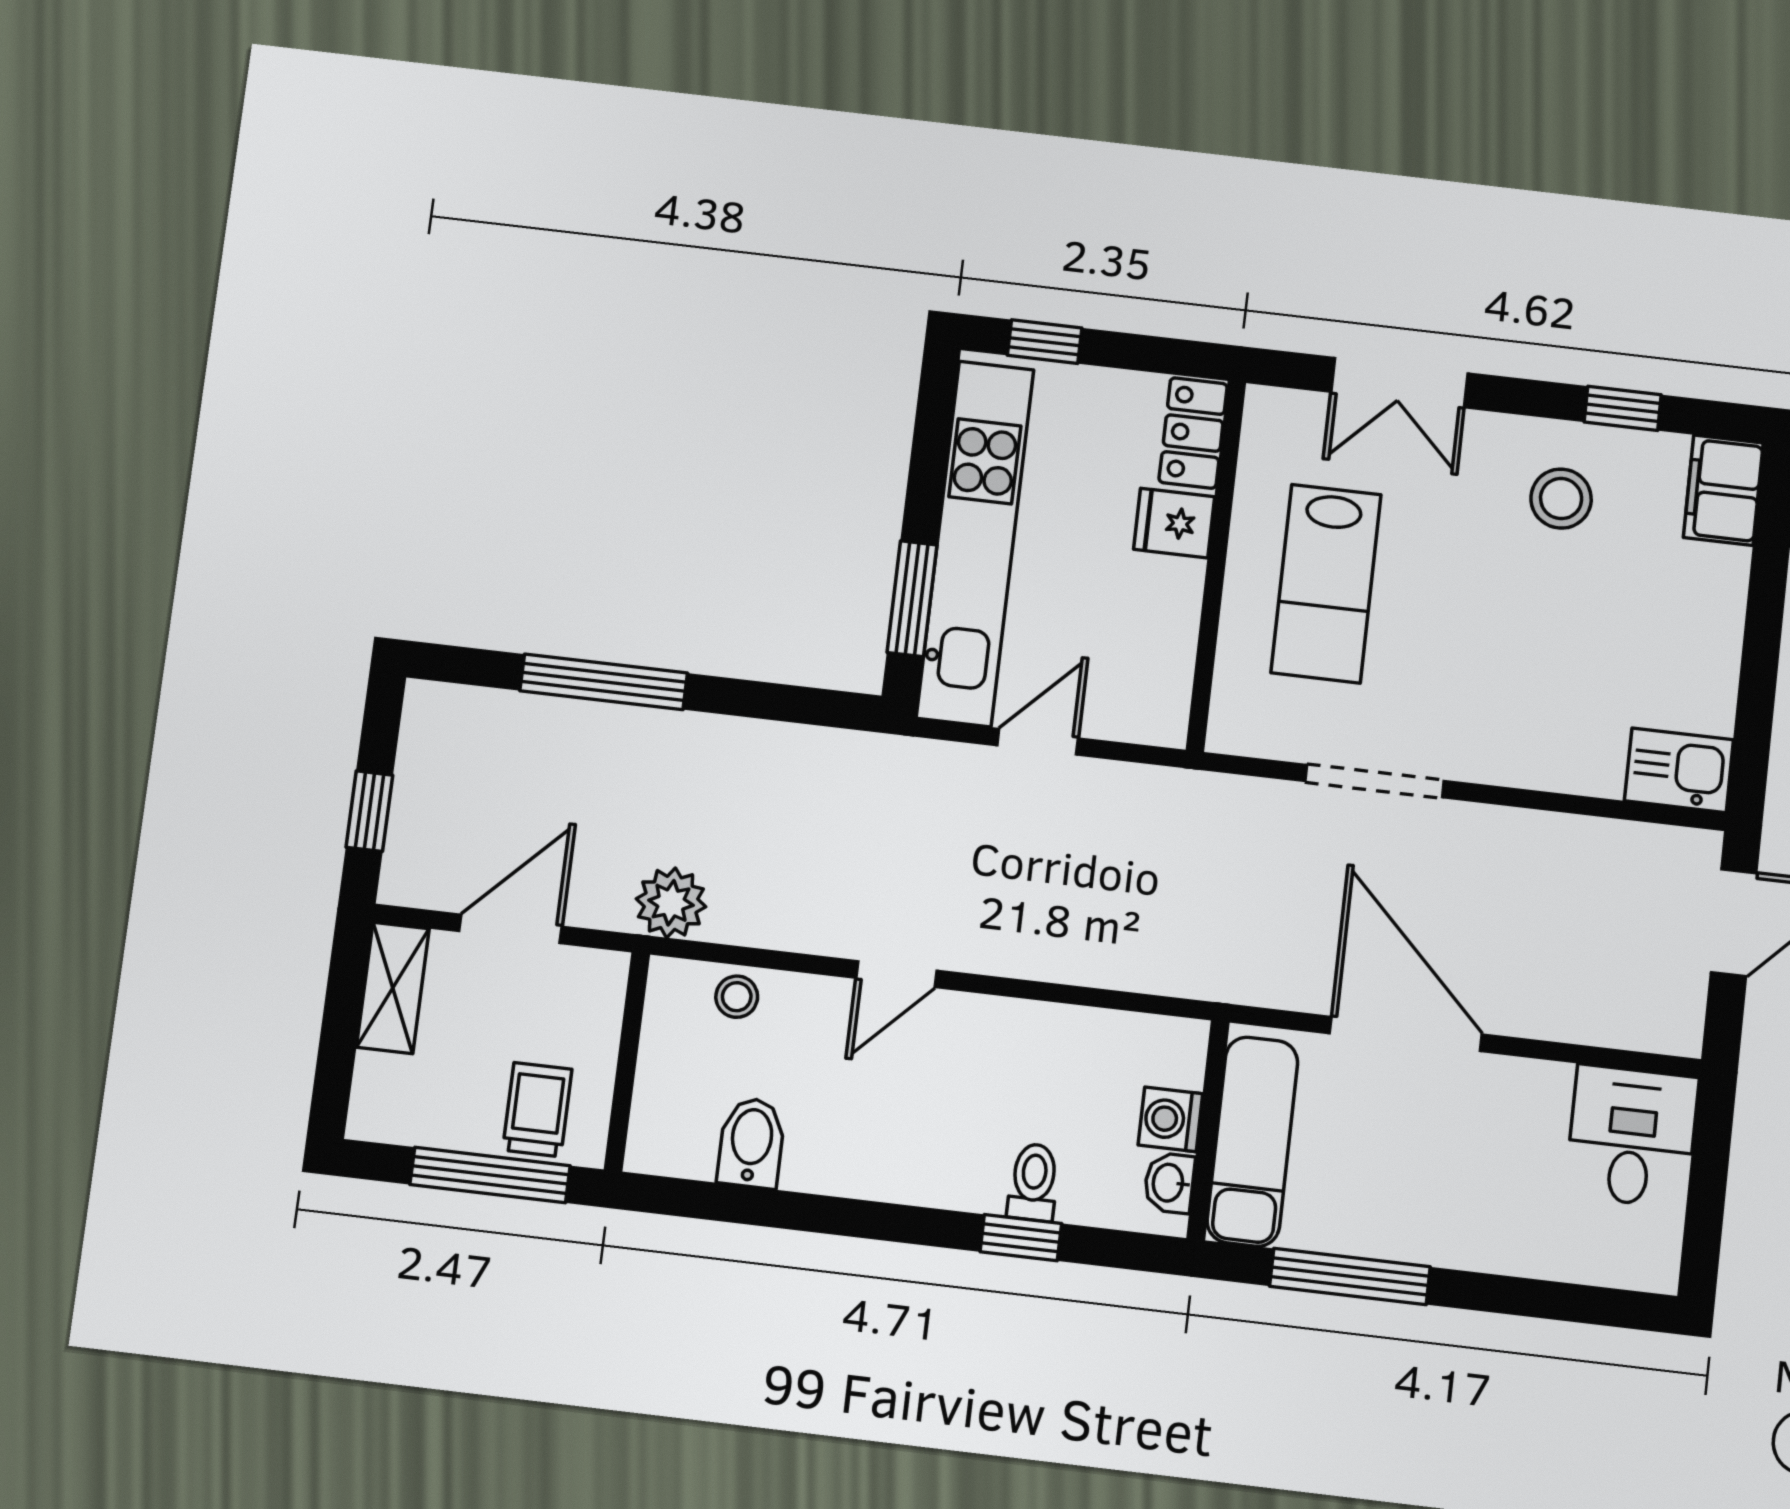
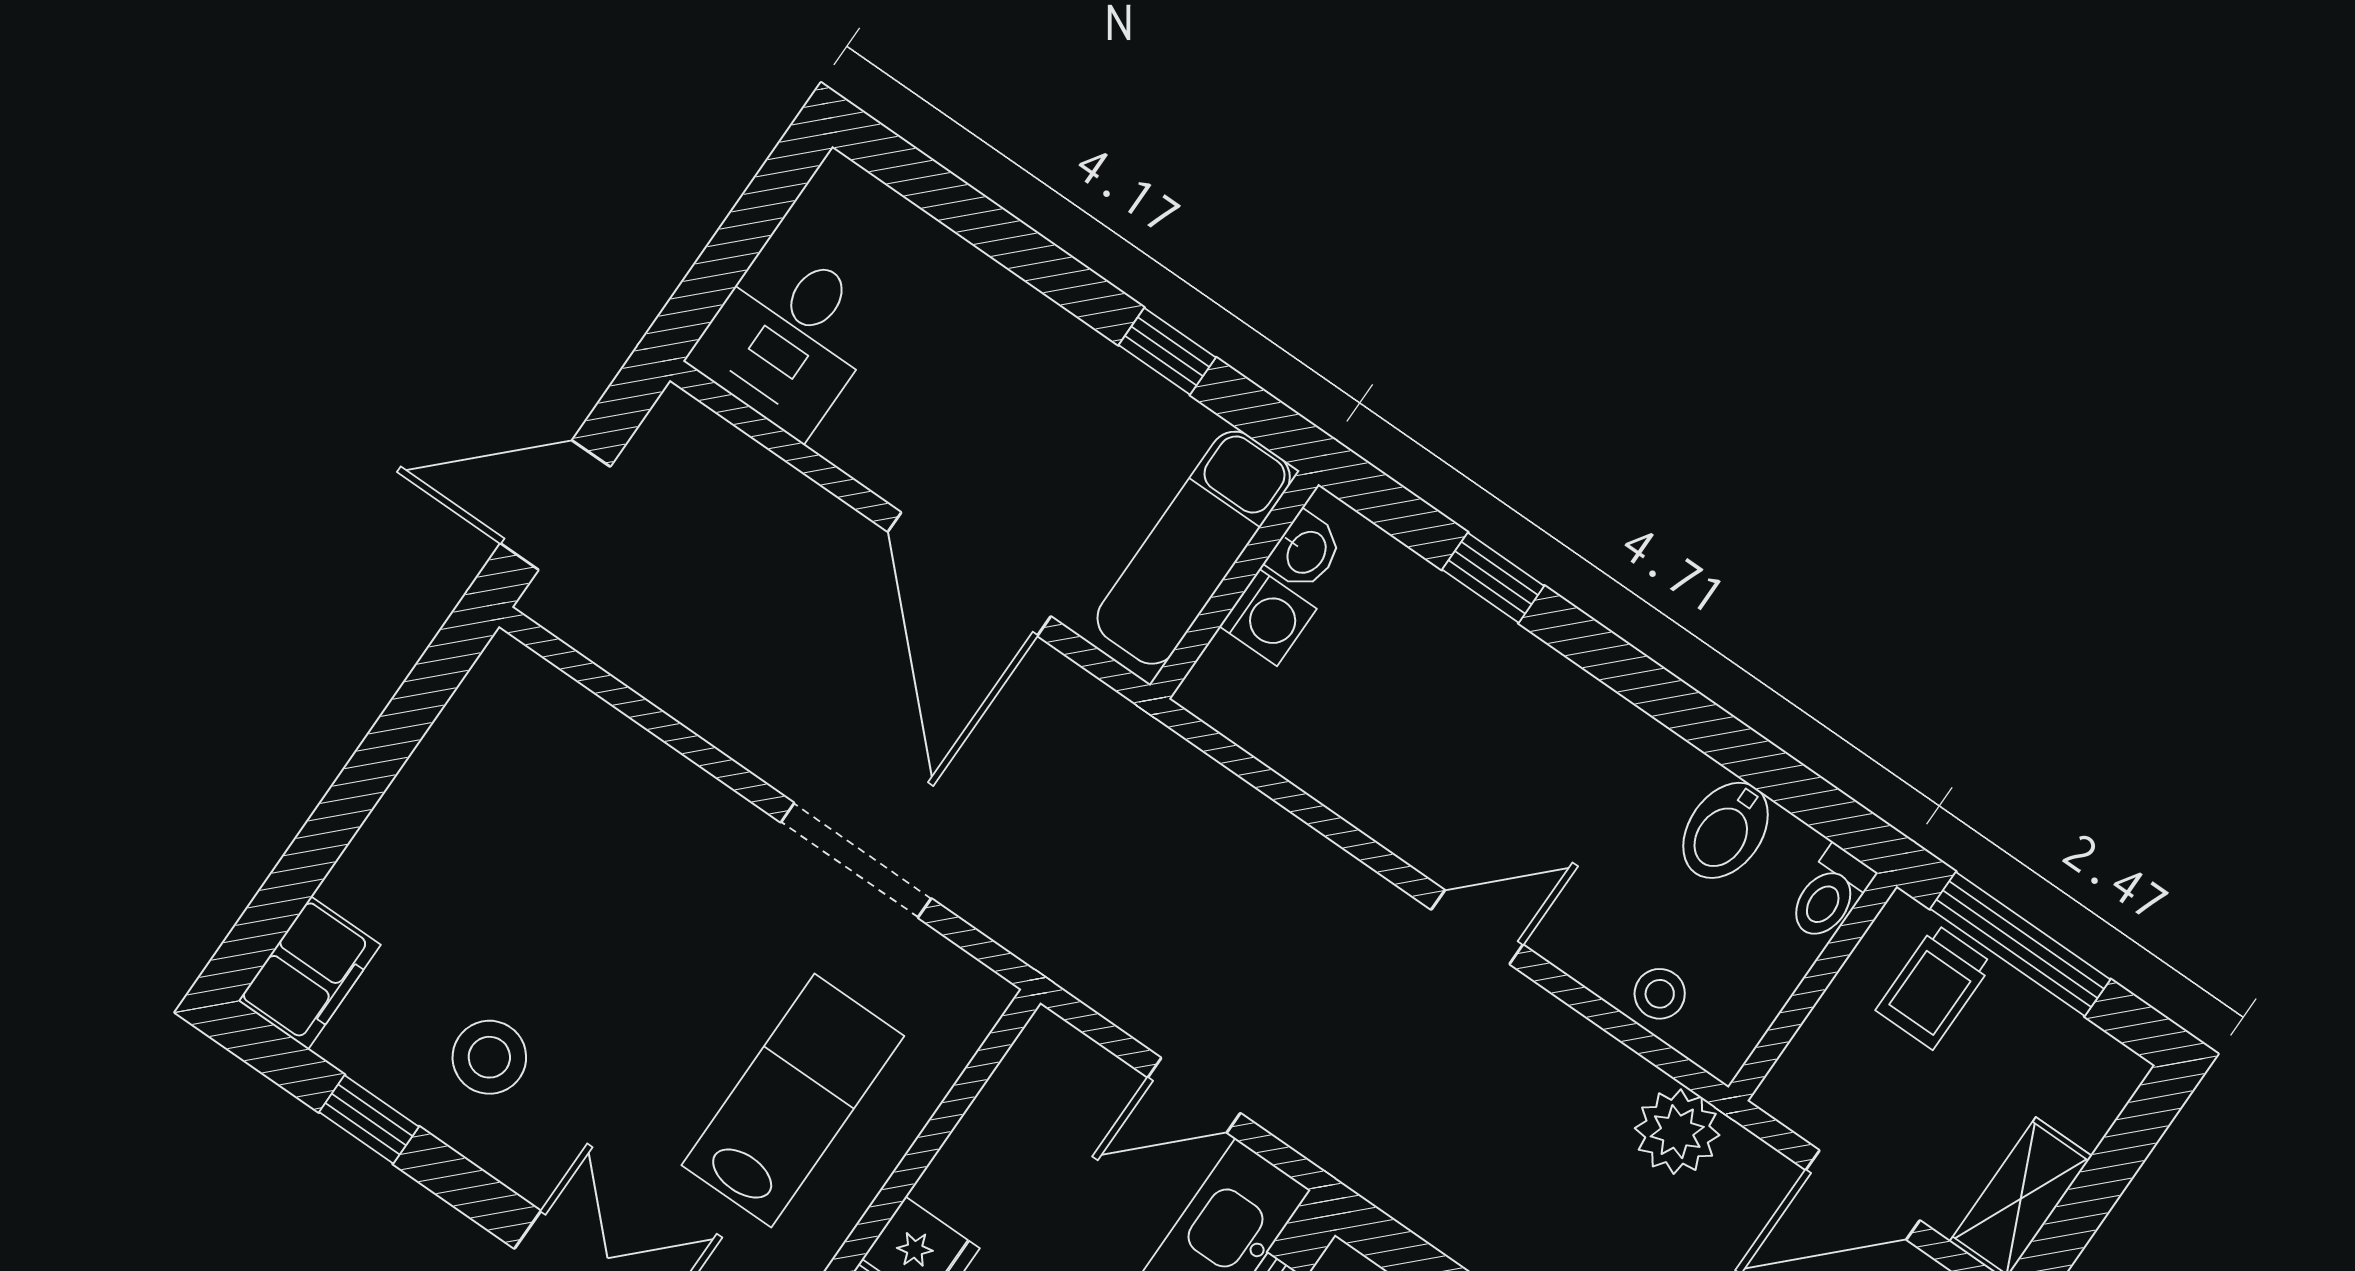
kitchen sink: (1679, 770) -> (524, 698), removed
toilet: (1033, 1182) -> (1830, 894), moved
window: (1350, 1276) -> (1167, 351), width x0.46

